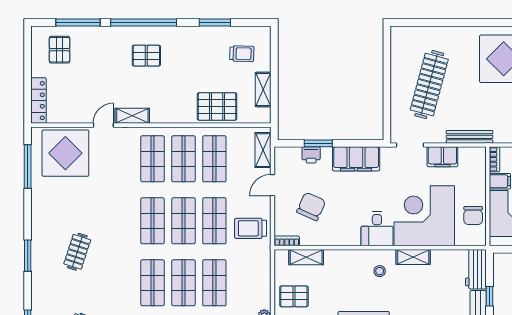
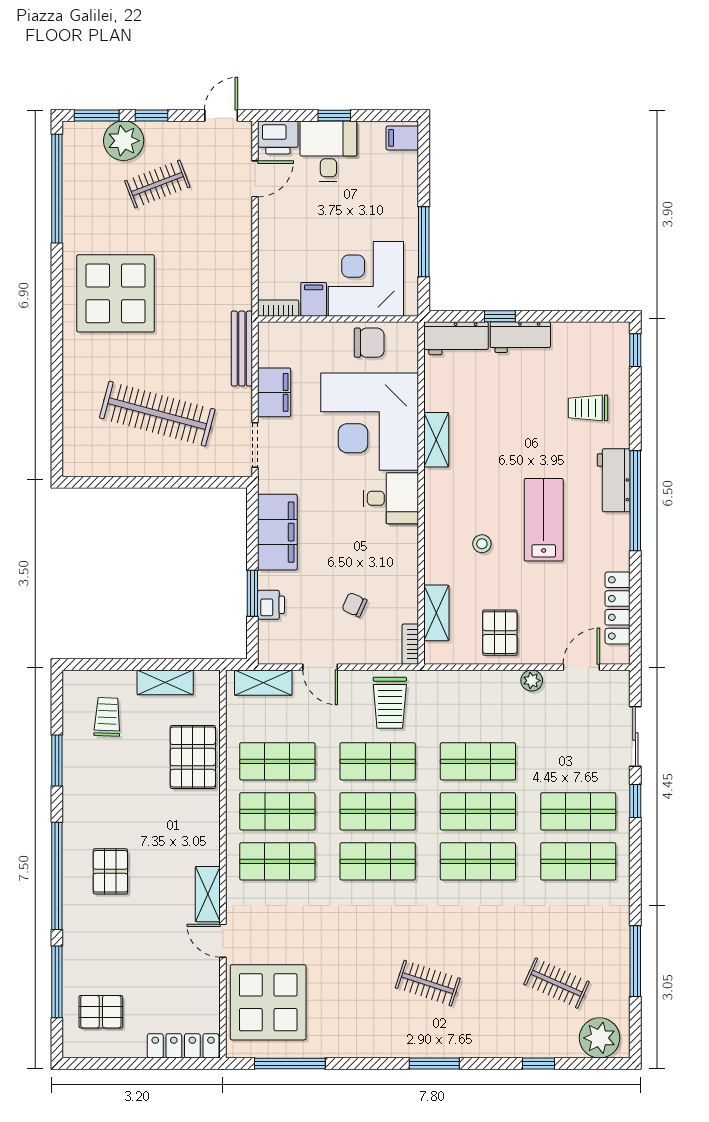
chair: (311, 206) -> (354, 605), width x0.54, depth x0.54
stool: (380, 271) -> (482, 544), moved

